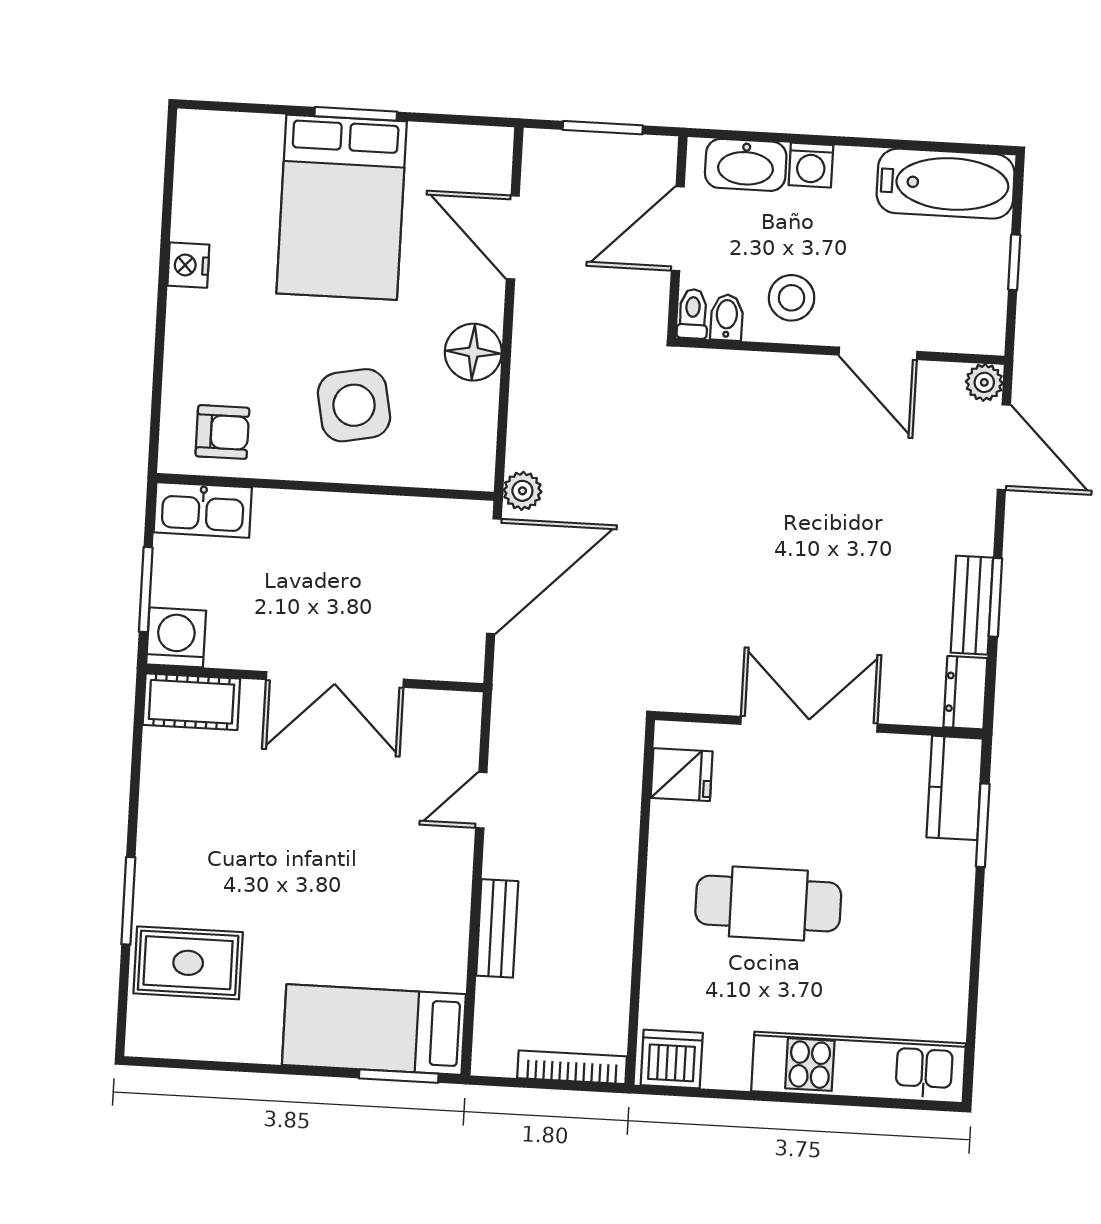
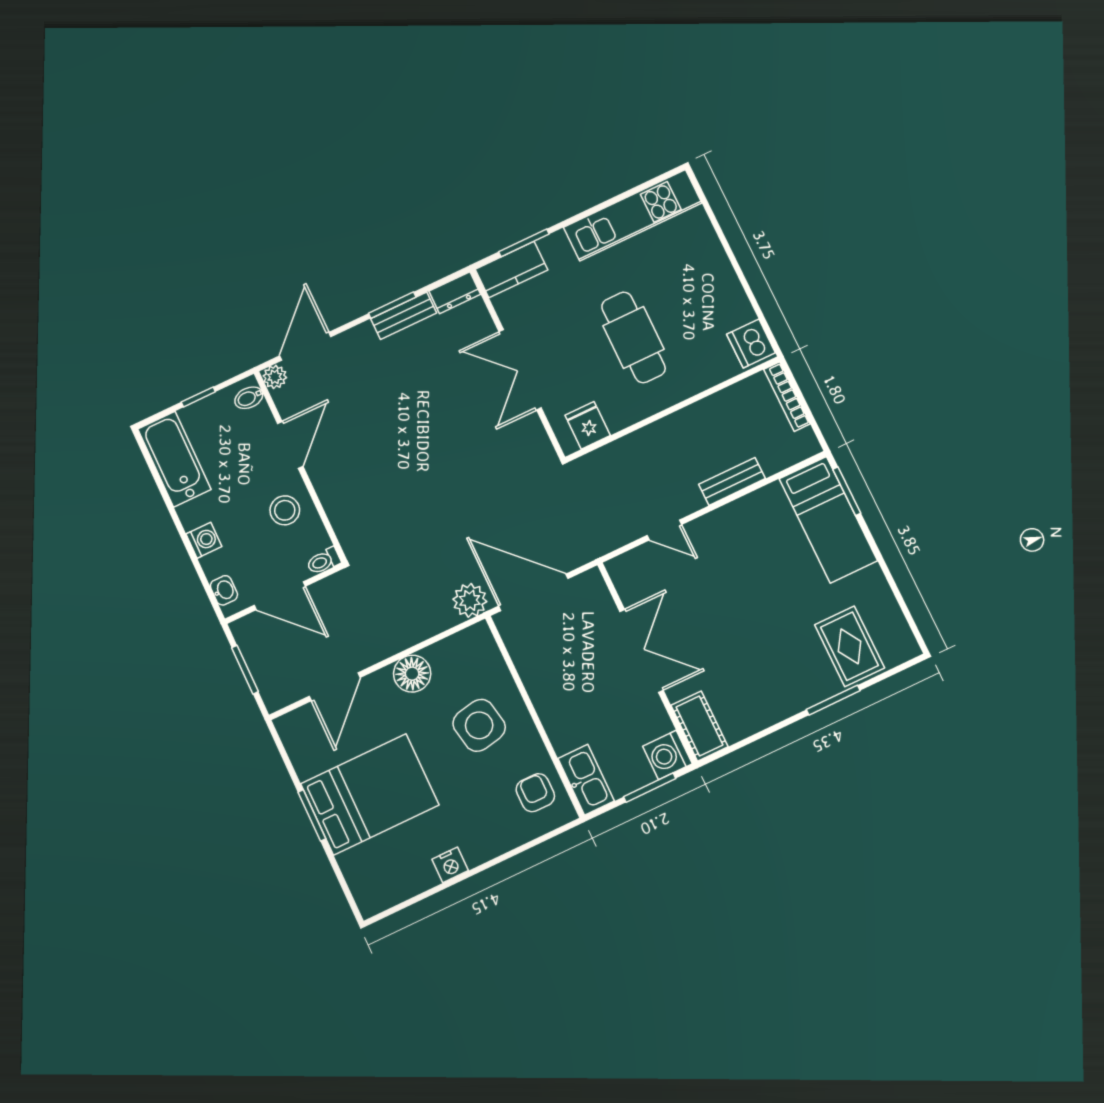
washbasin: (746, 165) -> (224, 590), width x0.52, depth x0.69
bidet: (727, 317) -> (249, 398), moved
plant: (522, 491) -> (470, 600), width x1.38, depth x1.38
kitchen unit: (859, 1067) -> (633, 215), moved, turned -90

